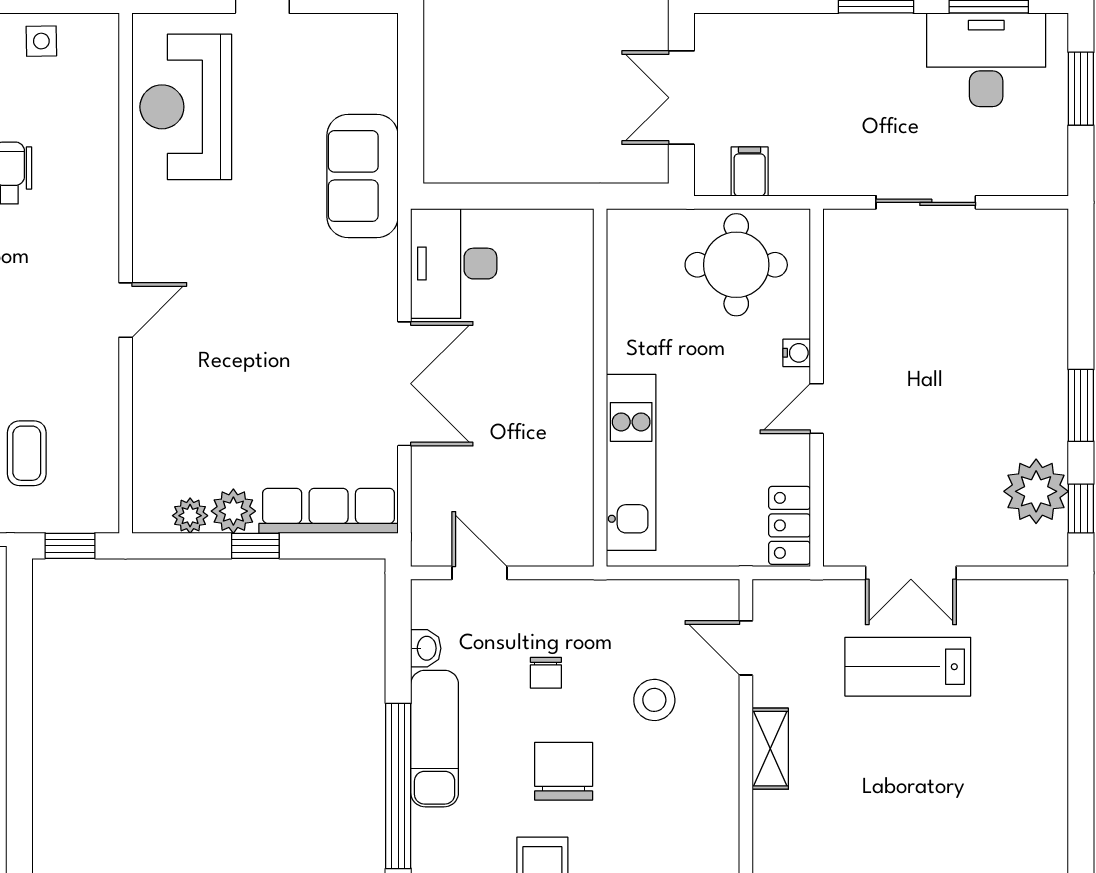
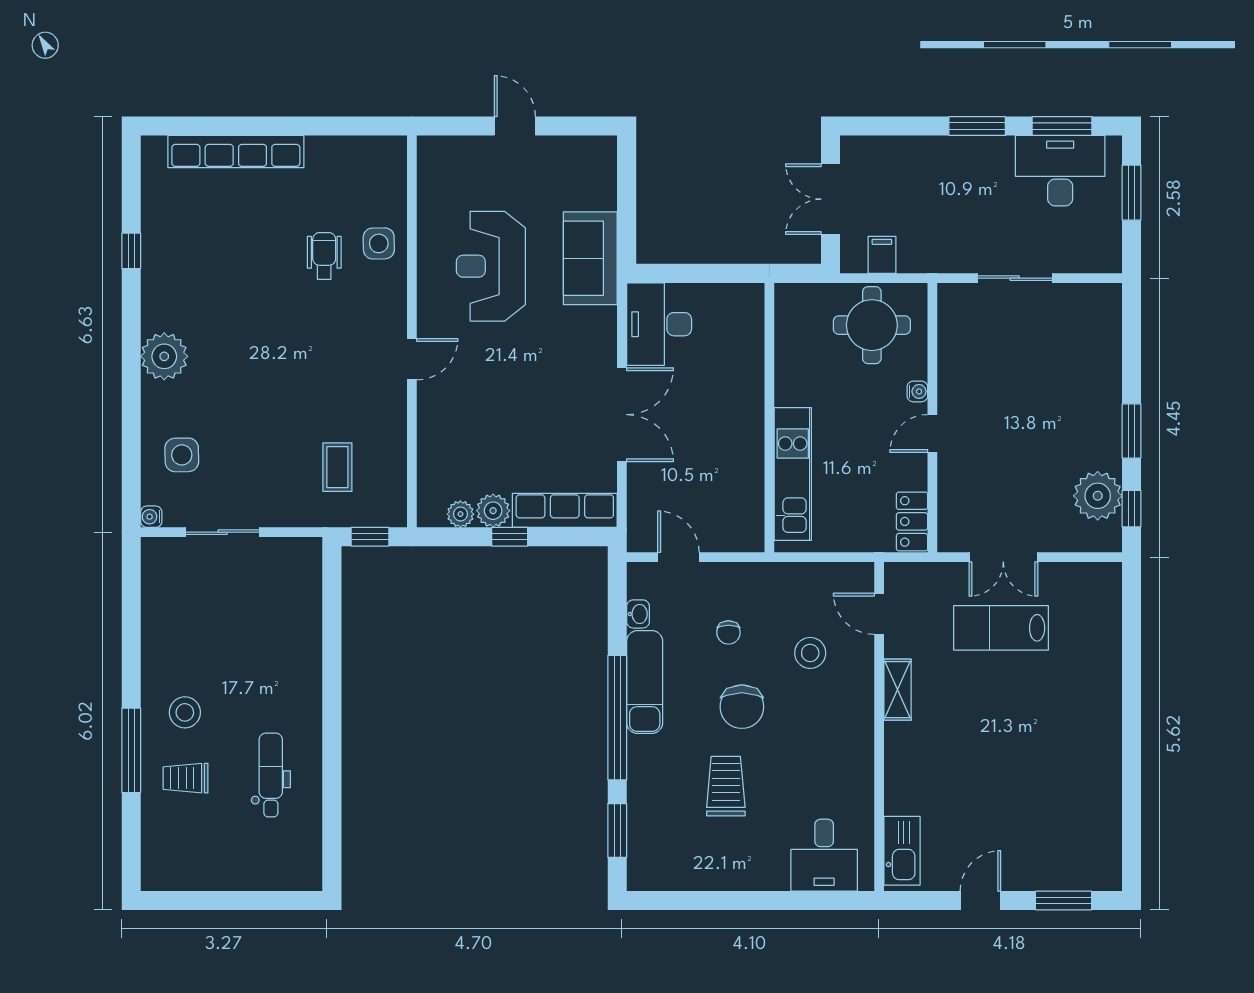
side table: (41, 41) -> (379, 243), moved, width x1.37, depth x1.37
reception desk: (186, 107) -> (491, 266), moved
chair: (564, 771) -> (742, 707), turned 180

